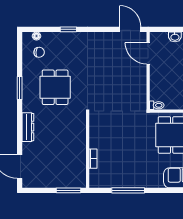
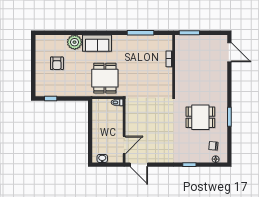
door: (148, 53) -> (124, 145), hinge flipped
dining table: (55, 87) -> (200, 117), turned 90
dresser: (28, 127) -> (223, 85), removed

